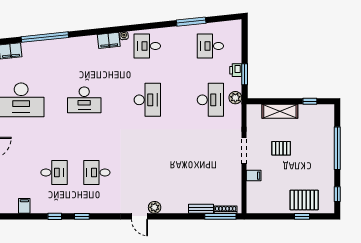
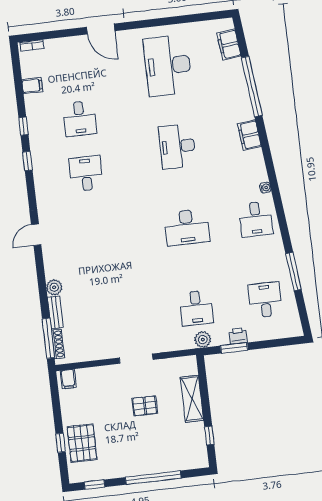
filing cabinet: (109, 40) -> (249, 135), moved
desk: (147, 46) -> (256, 219), turned 180
desk: (210, 100) -> (196, 308), width x0.73
pallet: (281, 148) -> (145, 406), turned 90
filing cabinet: (254, 176) -> (68, 379), moved
plant: (155, 207) -> (54, 287), moved

